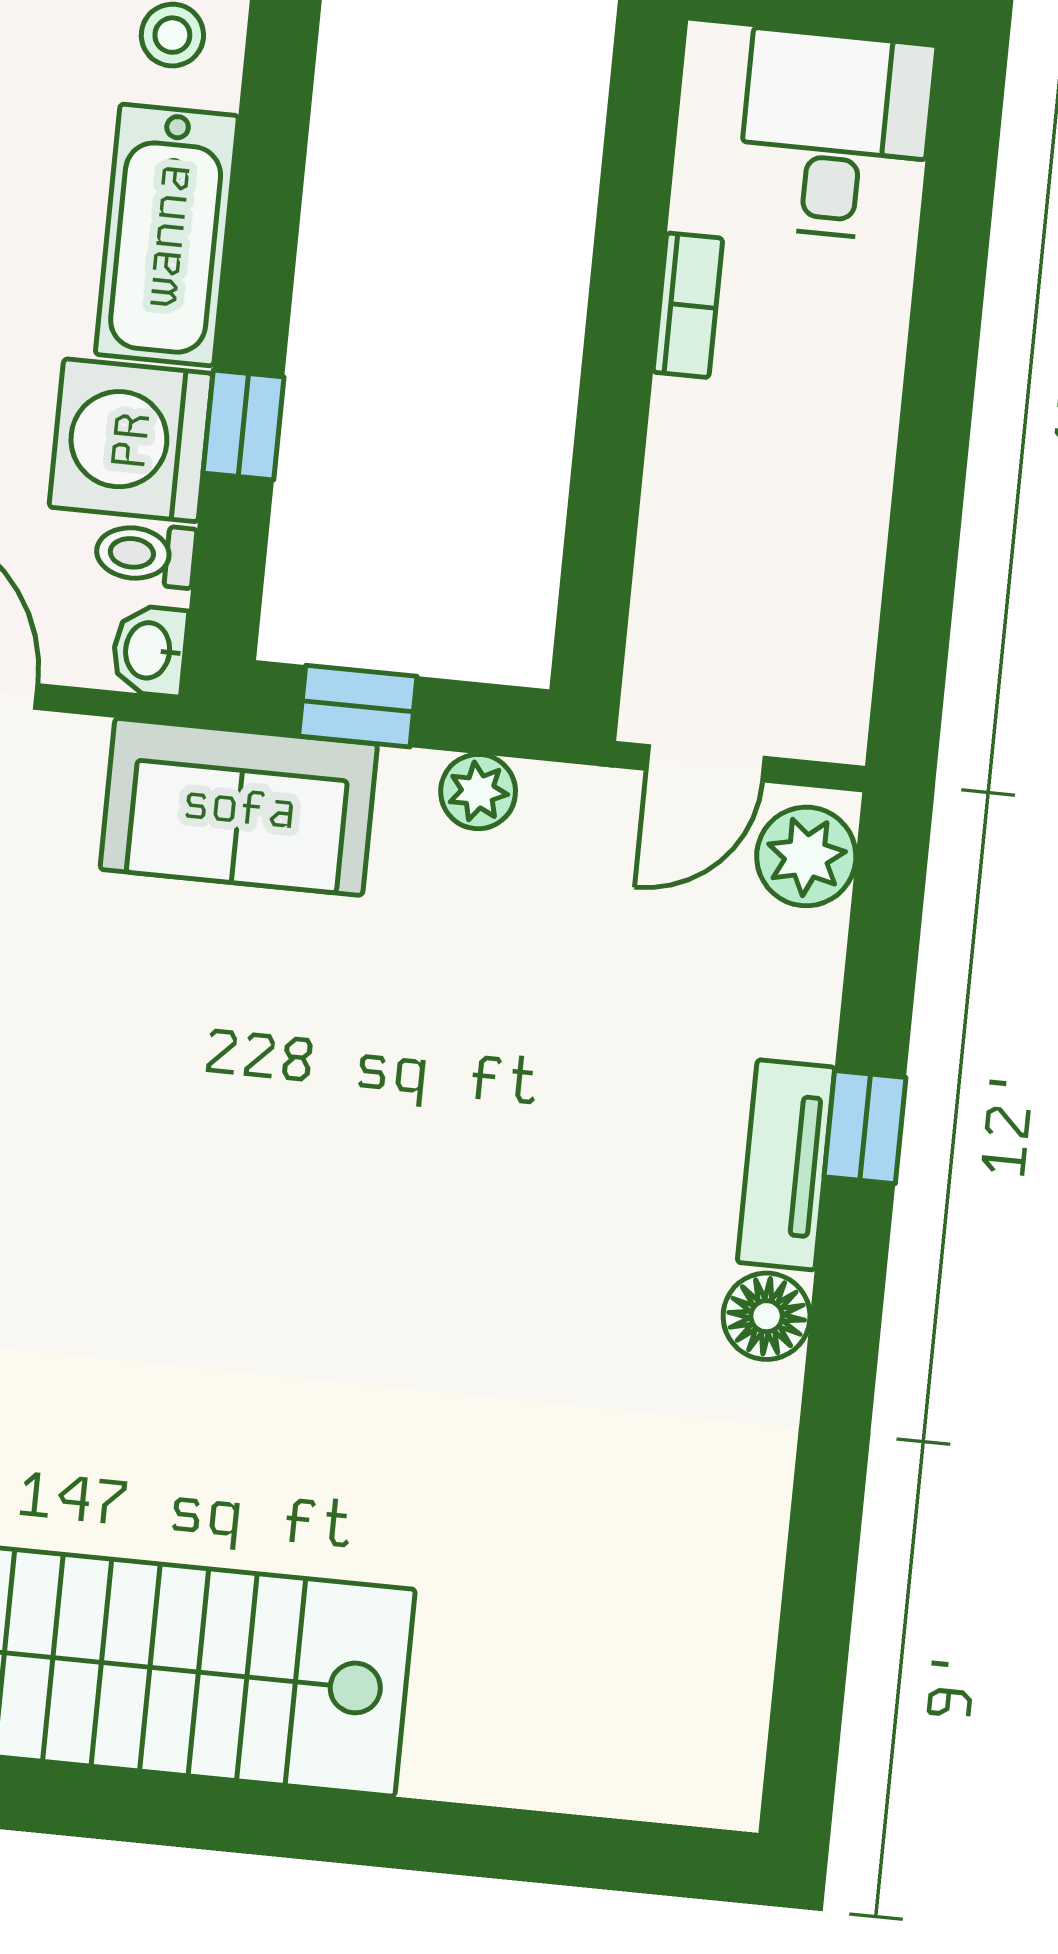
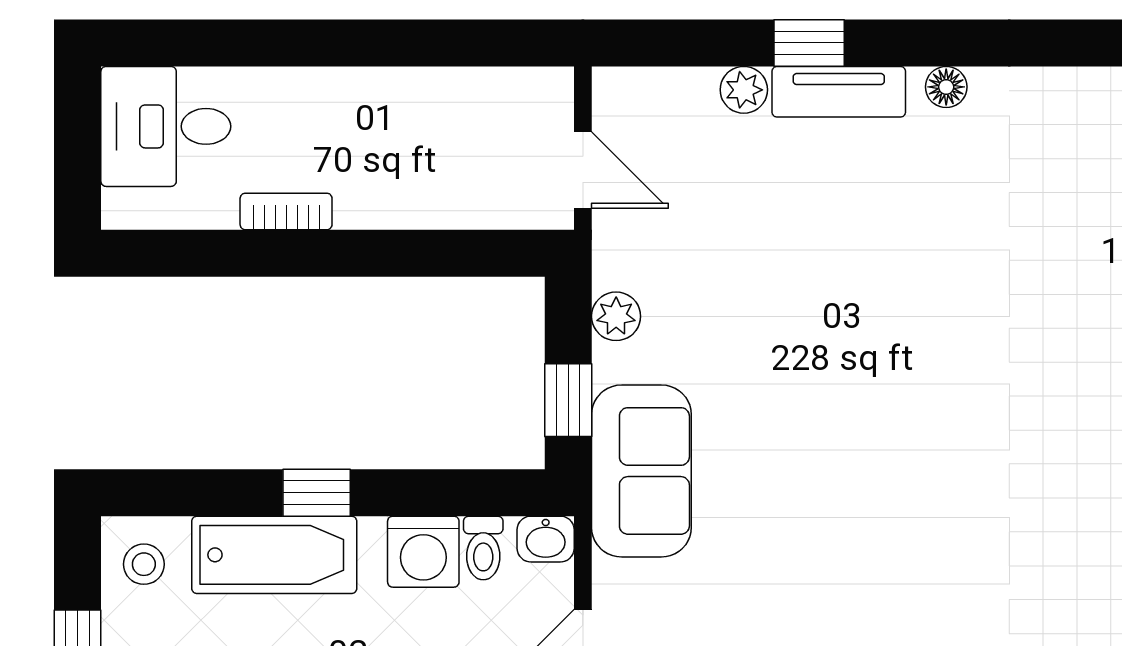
window: (243, 425) -> (317, 493), moved
washing machine: (131, 440) -> (423, 552), width x0.73, depth x0.73
plant: (806, 856) -> (744, 90), moved, width x0.73, depth x0.73
floor lamp: (767, 1316) -> (946, 87), width x0.73, depth x0.73

